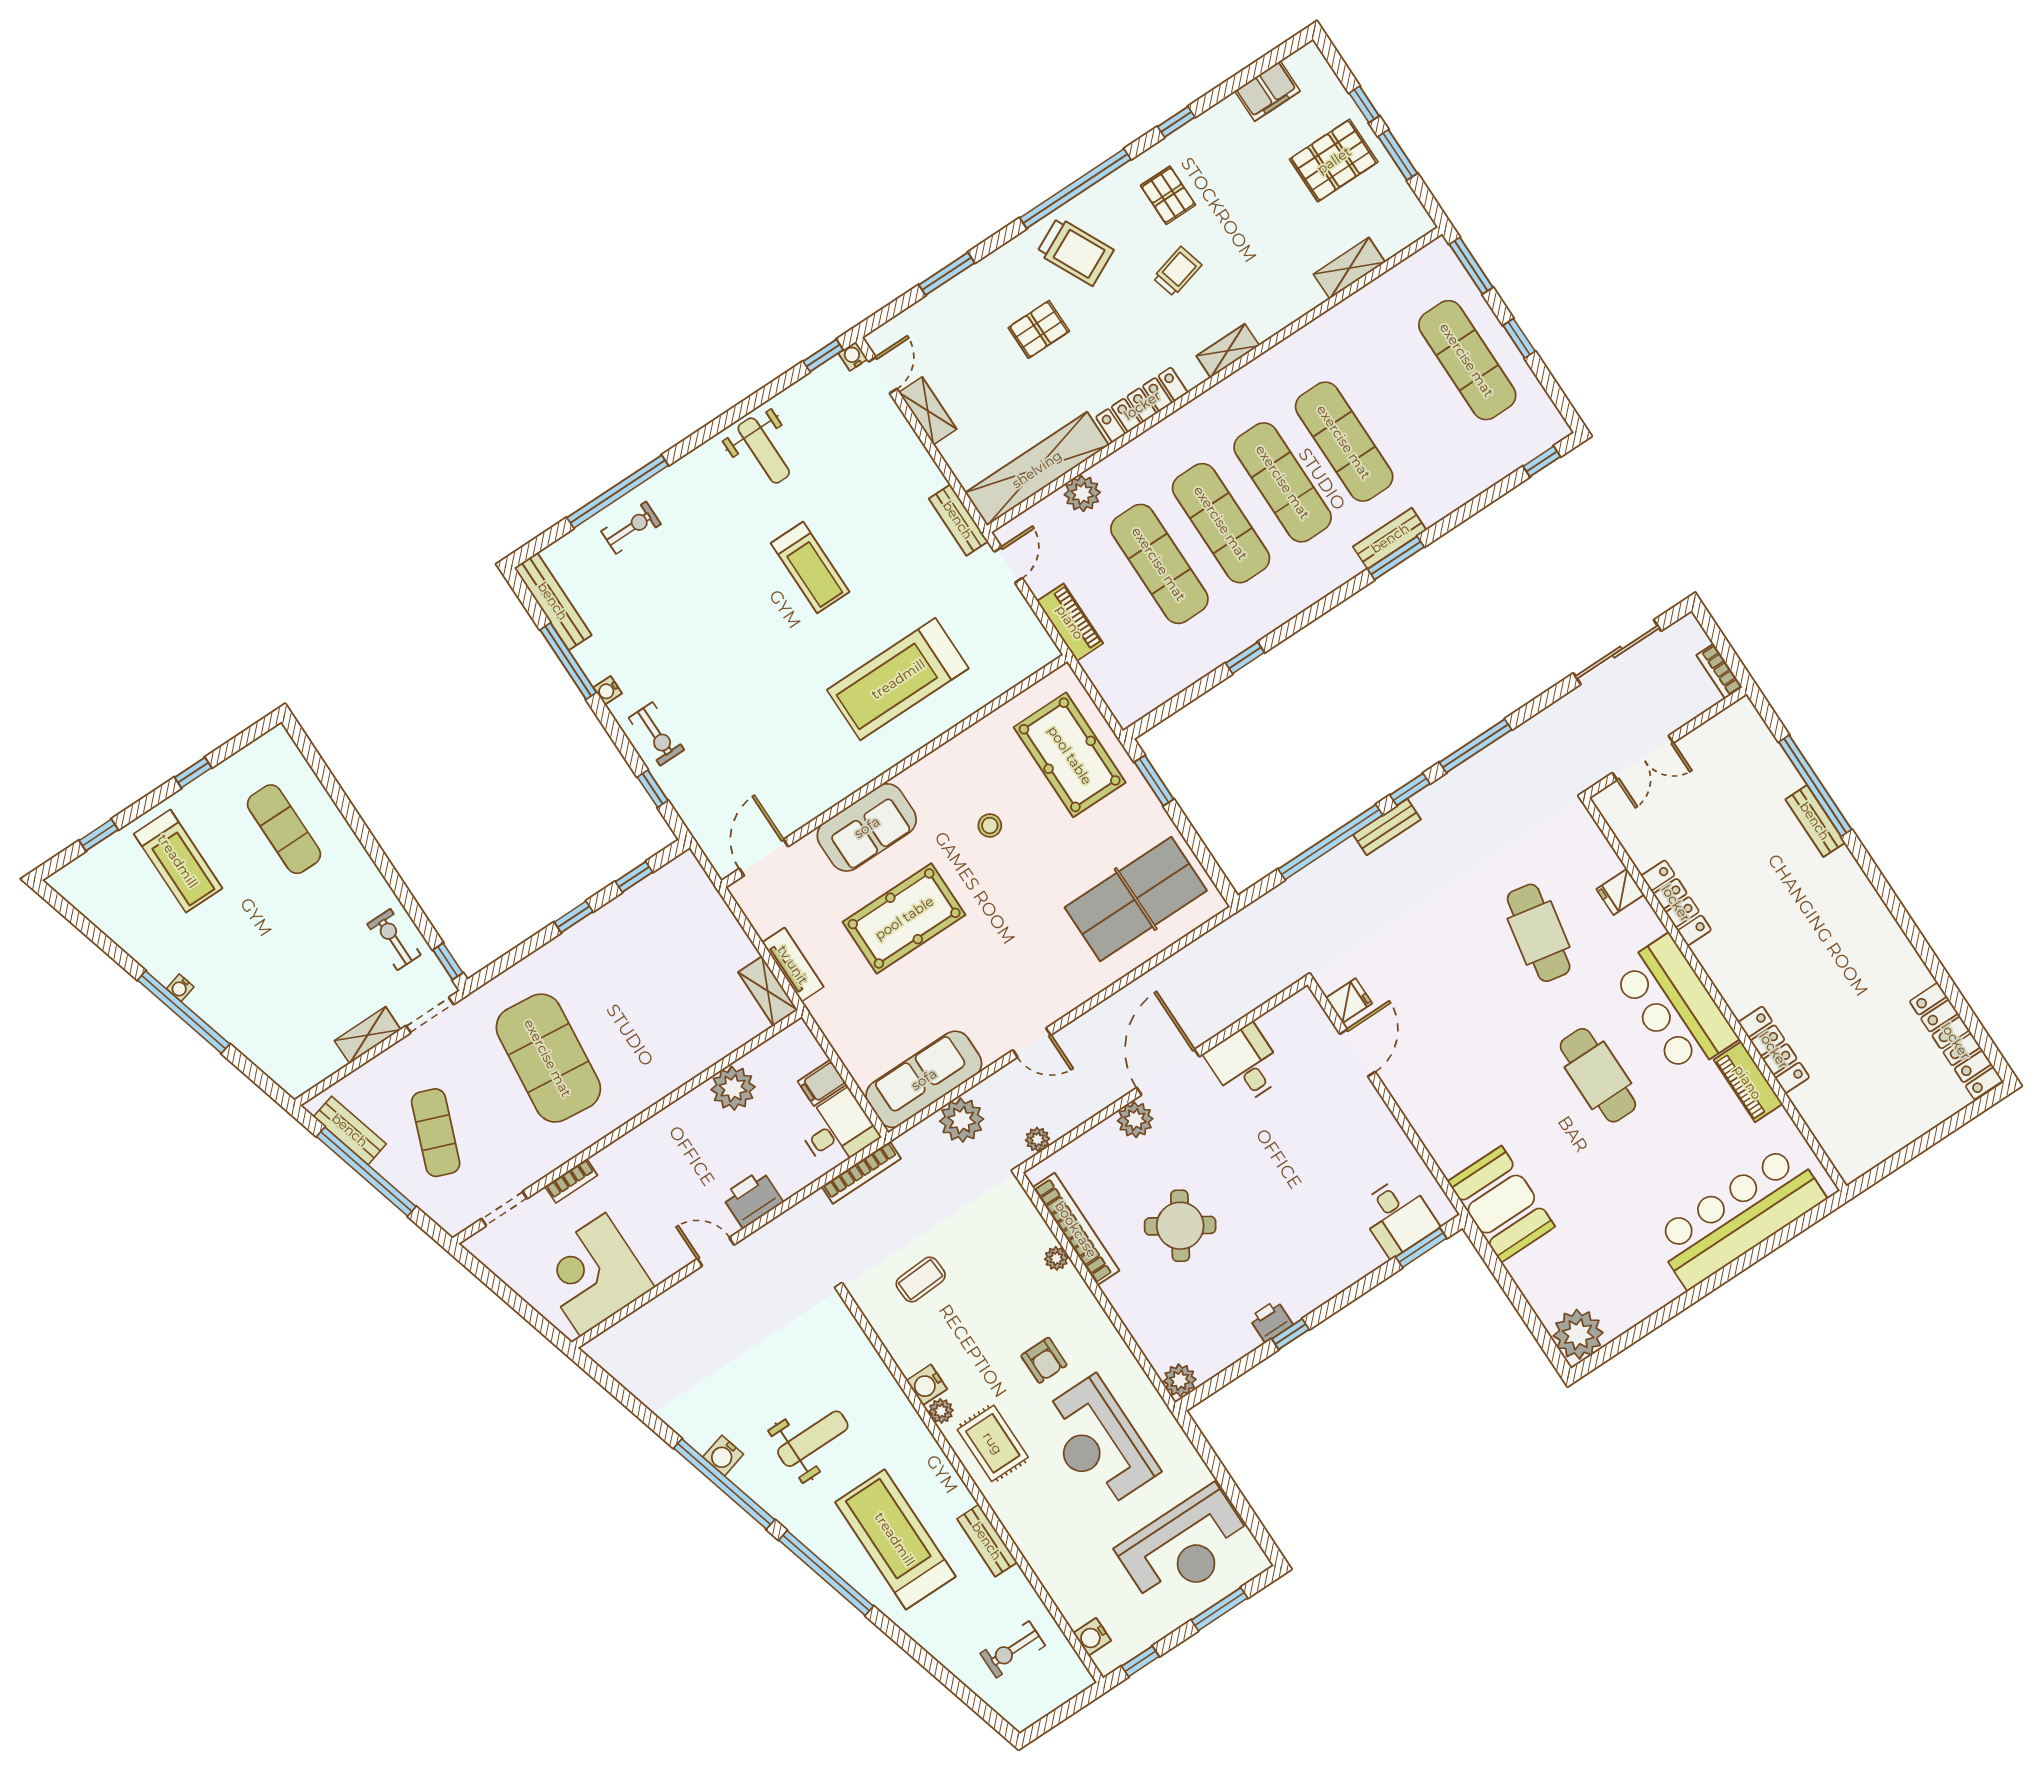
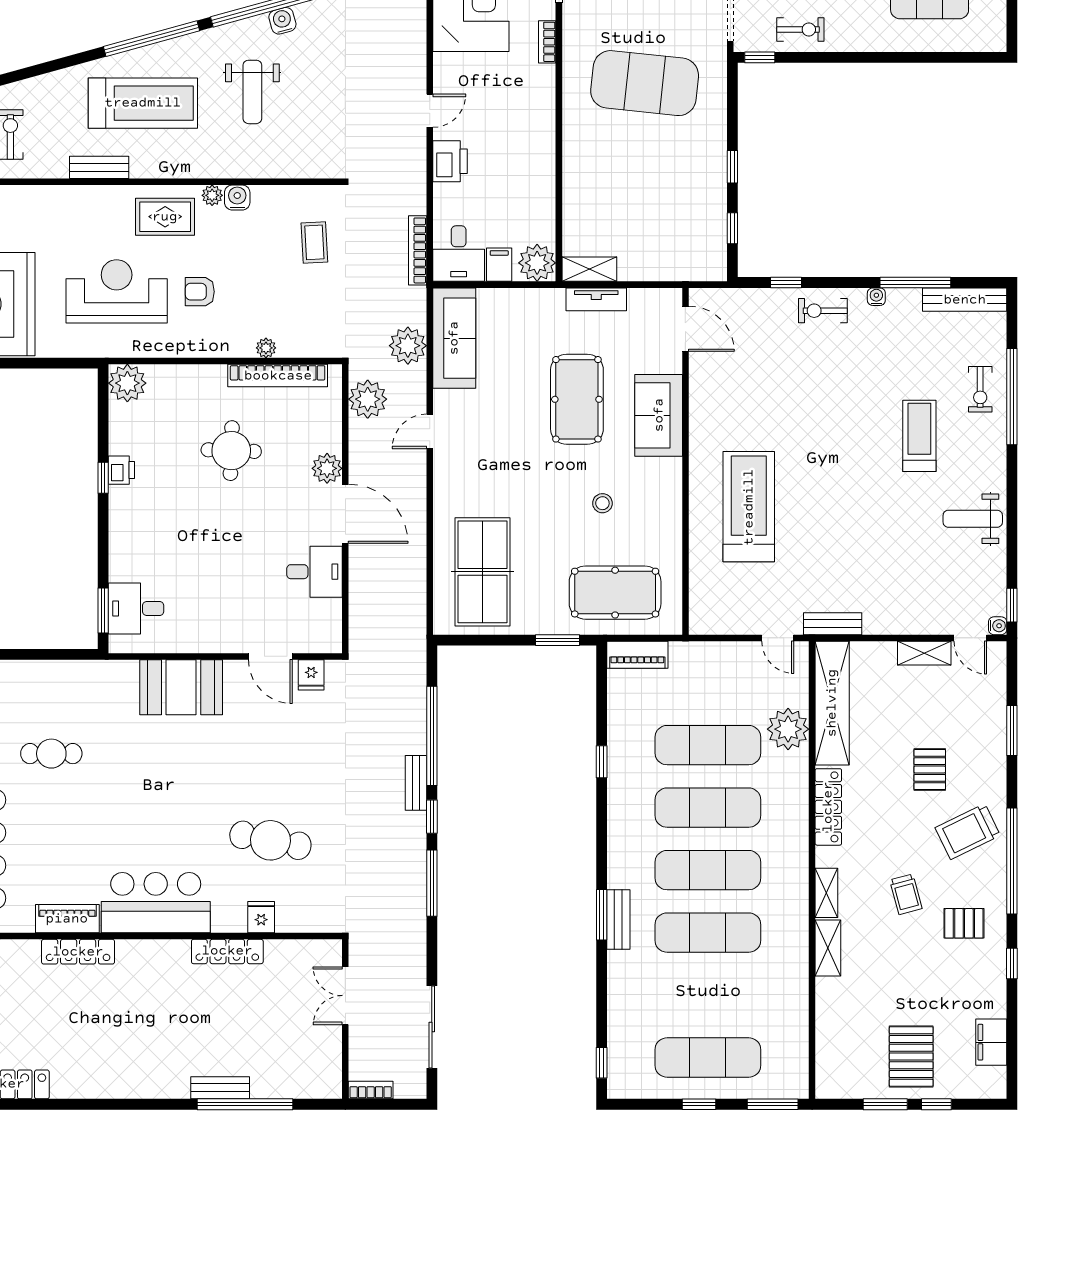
shelving: (1349, 268) -> (828, 948), moved
plant: (1082, 493) -> (788, 729), width x1.36, depth x1.36
treadmill: (810, 568) -> (919, 436), moved, turned 90
piano: (1070, 622) -> (637, 655), moved
cafe table: (1598, 1075) -> (51, 754), moved, width x0.73, depth x0.74
plant: (733, 1088) -> (537, 263), moved
plant: (1037, 1139) -> (368, 399), width x1.88, depth x1.88
booth: (1501, 1204) -> (181, 687), moved
round table: (1180, 1226) -> (231, 451), turned -30
plant: (1180, 1380) -> (127, 383), width x1.36, depth x1.36

